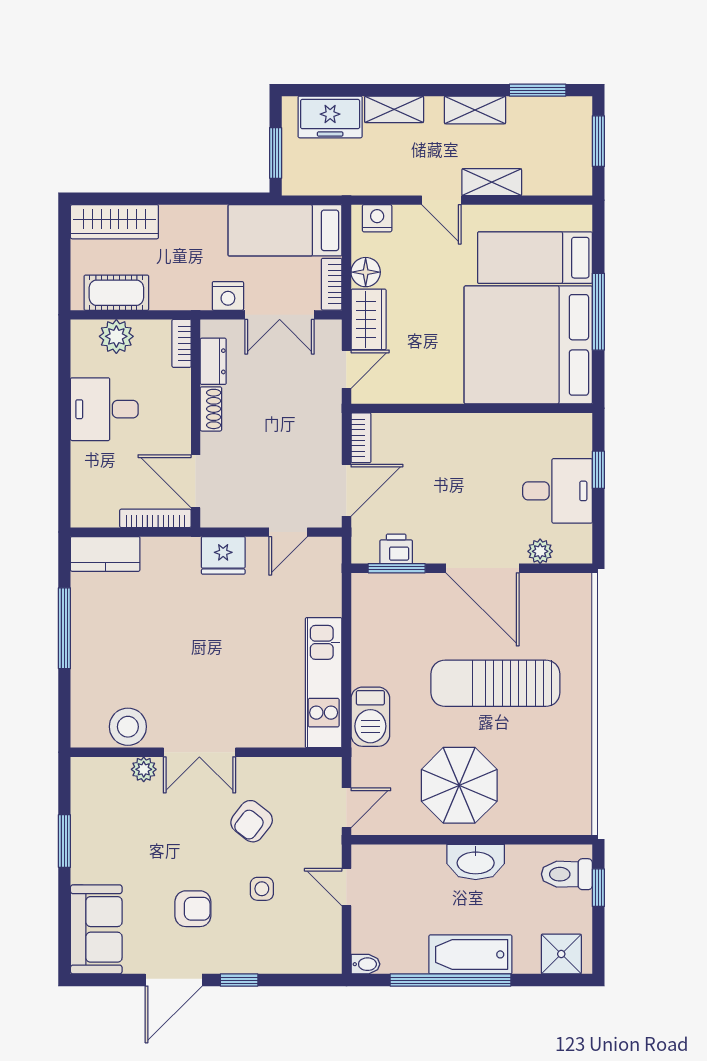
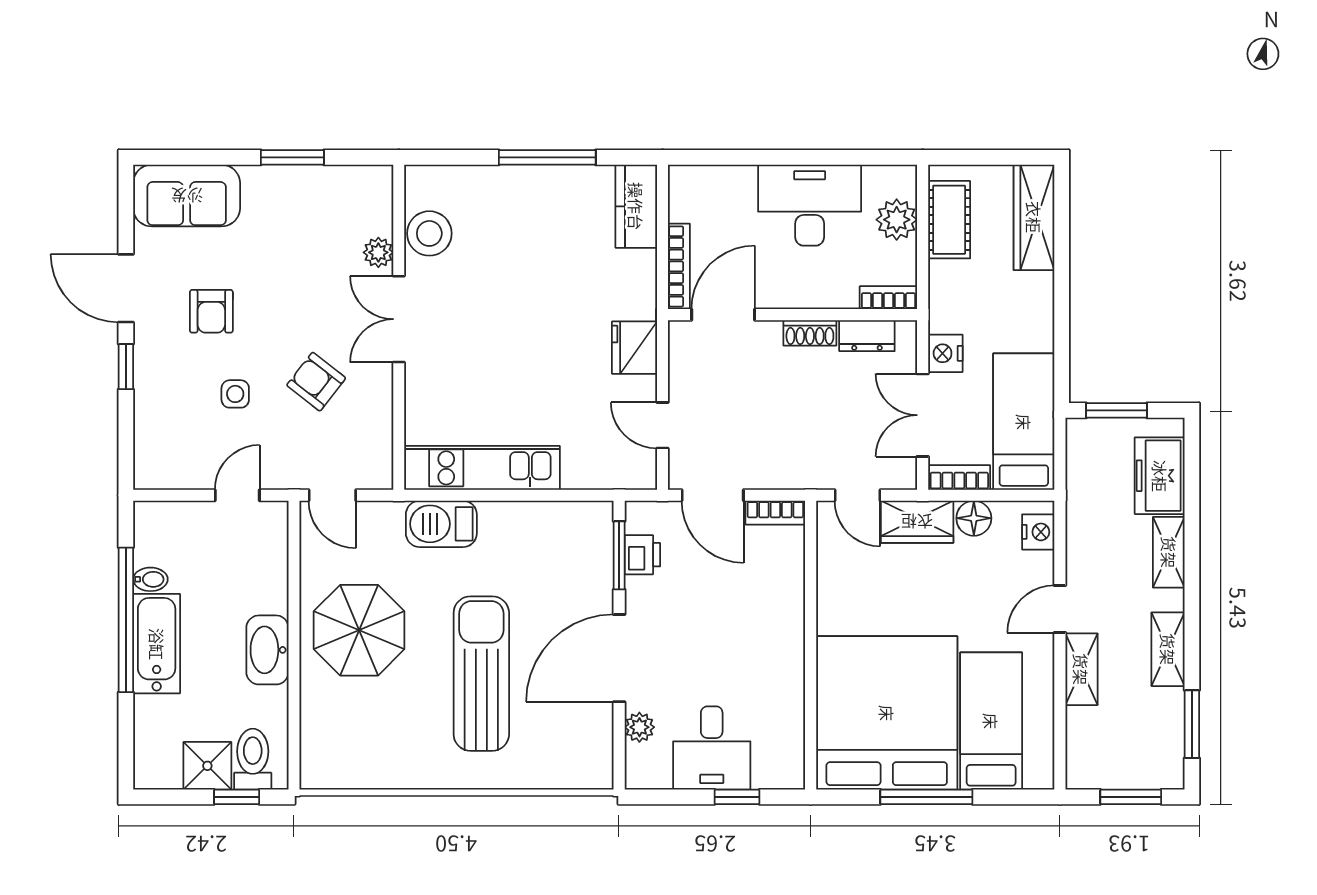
desk: (104, 409) -> (810, 205), width x1.37
shower: (561, 954) -> (207, 766), moved
bidet: (365, 964) -> (150, 579), moved, turned -90

